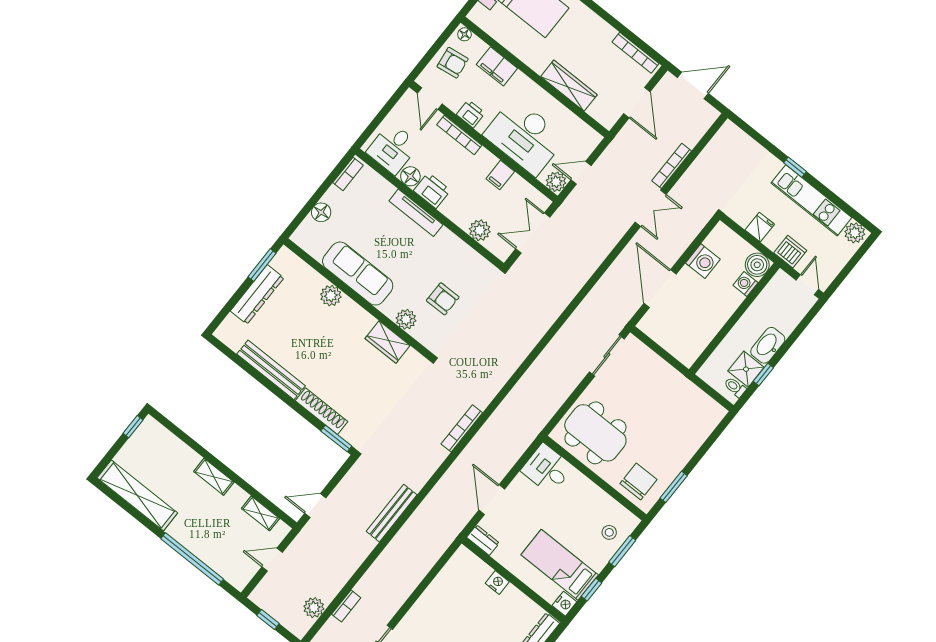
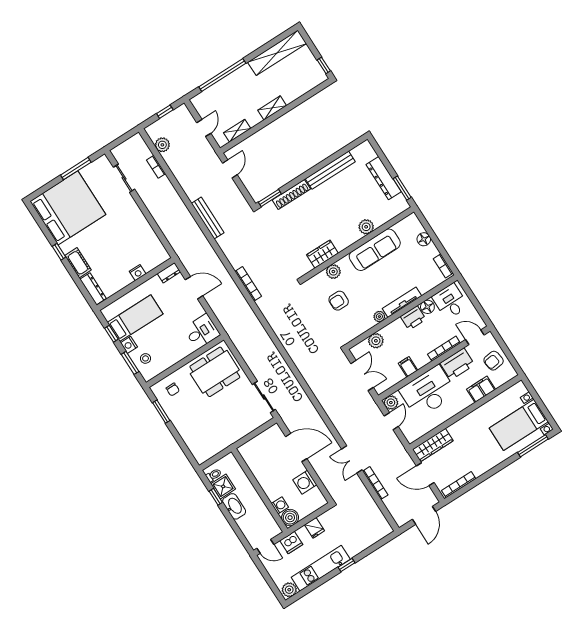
floor lamp: (465, 34) -> (510, 375), removed
wardrobe: (569, 86) -> (433, 445), moved
printer: (471, 114) -> (457, 364), width x1.87, depth x1.48
plant: (446, 237) -> (379, 317), added
chair: (638, 482) -> (173, 389), width x0.54, depth x0.54
nightstand: (564, 604) -> (129, 345), moved

